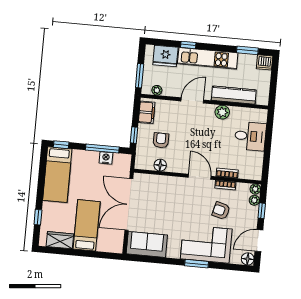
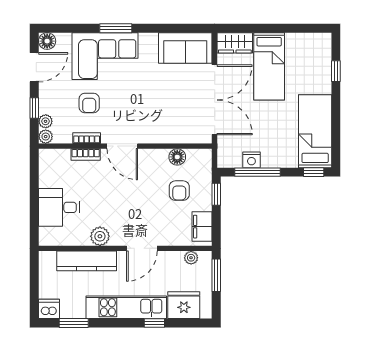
armchair: (221, 211) -> (89, 103), turned 75
wardrobe: (60, 240) -> (235, 43), moved

